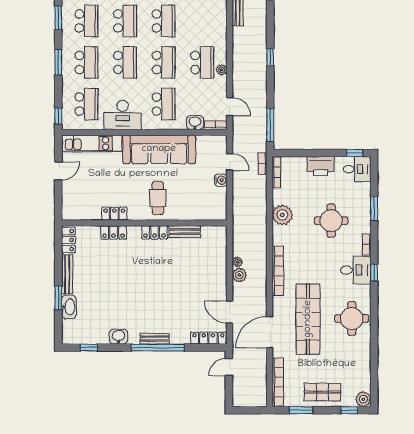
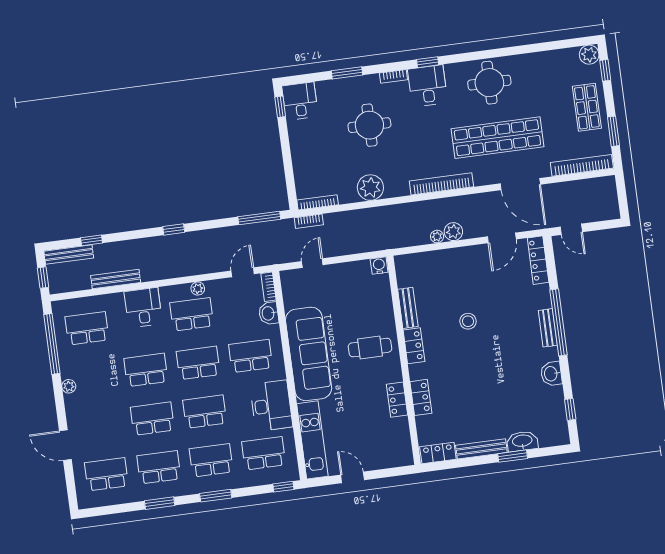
desk: (212, 25) -> (143, 308), added
printer: (321, 166) -> (302, 148), removed
water cooler: (221, 180) -> (379, 266), moved
stool: (168, 277) -> (468, 321), added

